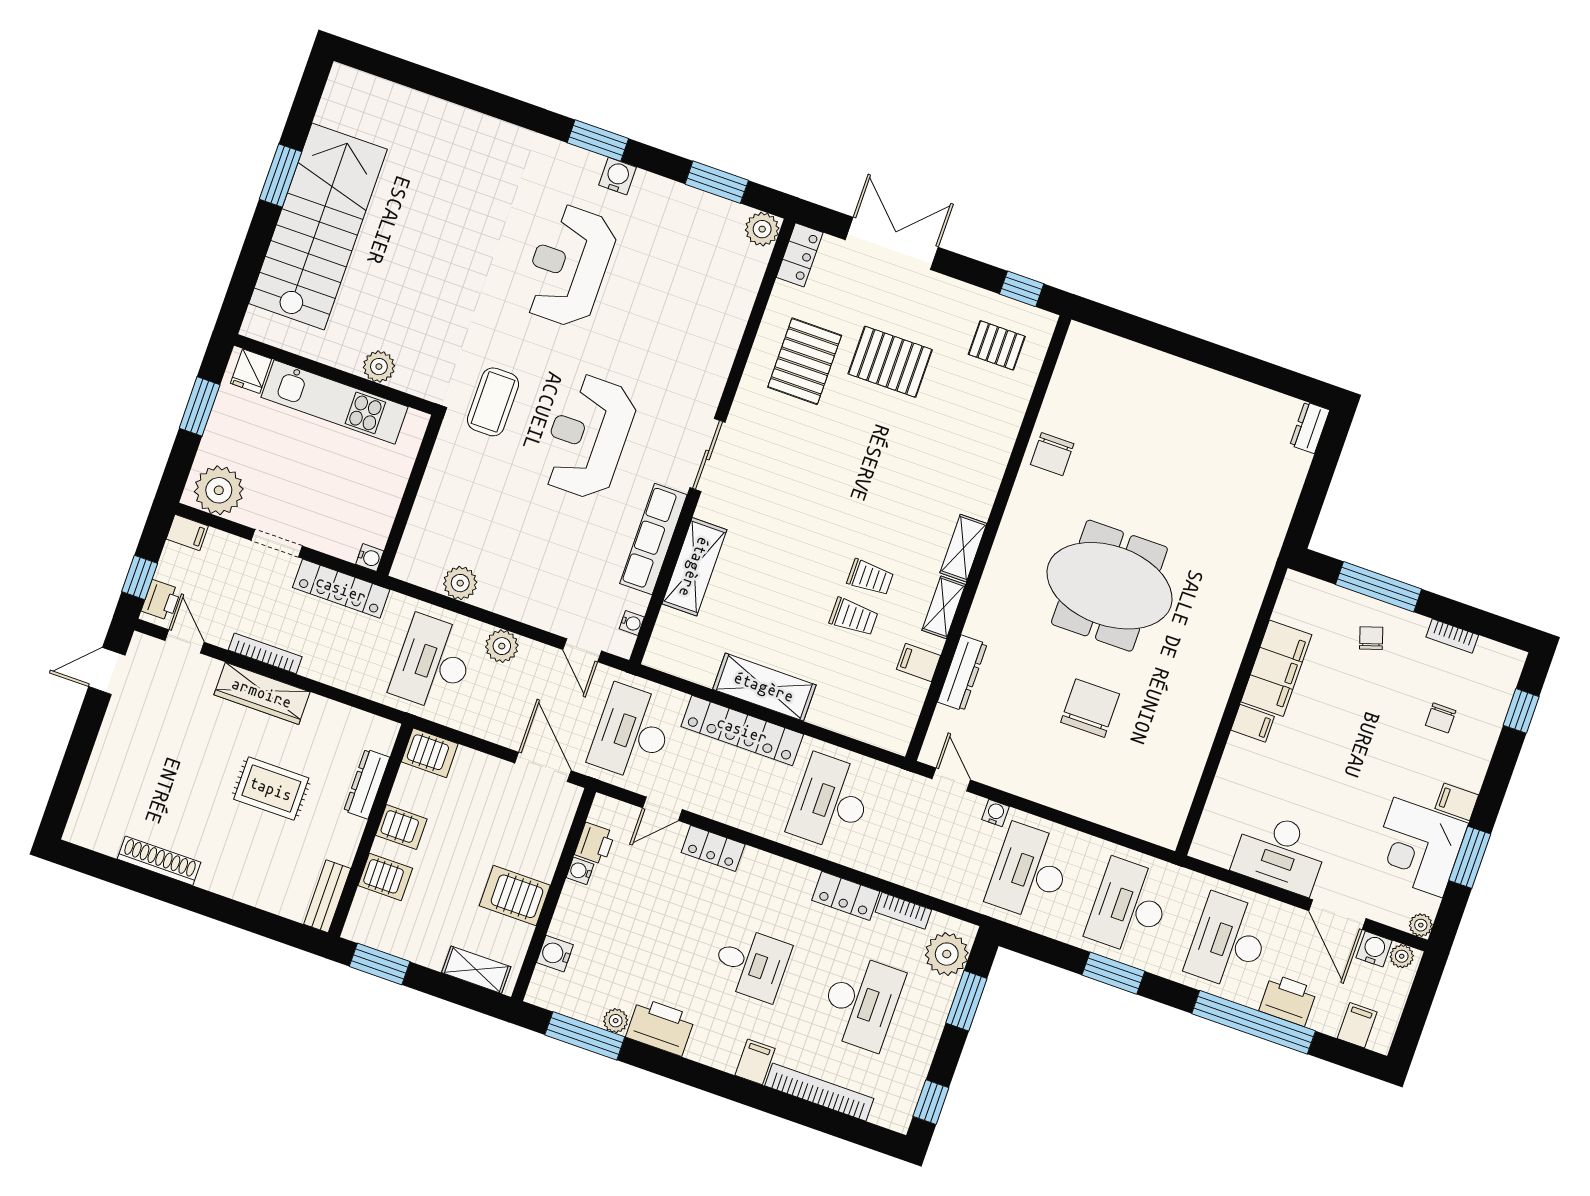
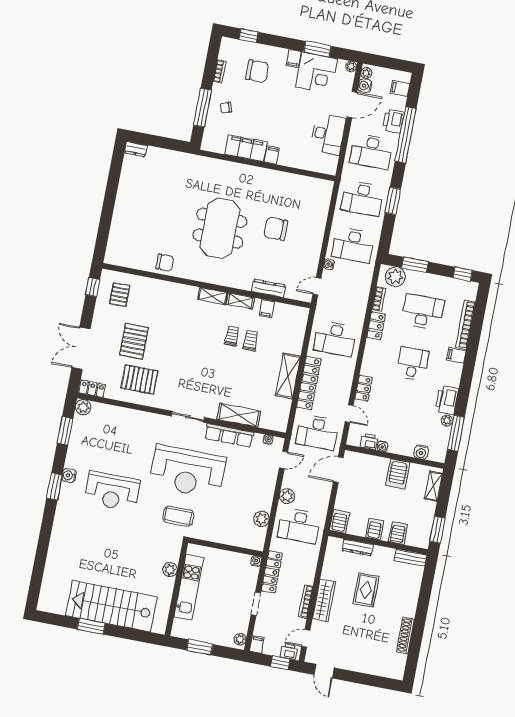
fridge: (251, 371) -> (180, 627), removed
reception desk: (588, 437) -> (188, 471), width x1.36, depth x1.30
plant: (219, 490) -> (240, 639), width x0.53, depth x0.53
chair: (1441, 718) -> (257, 71), width x1.87, depth x1.87

